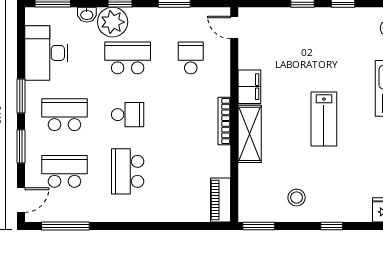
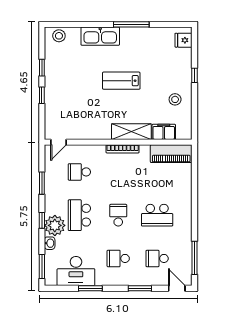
filing cabinet: (249, 87) -> (164, 132), moved
window: (21, 96) -> (90, 288), moved
school desk: (64, 115) -> (118, 258), width x0.54
lab bench: (324, 119) -> (121, 81), turned 180
school desk: (64, 171) -> (157, 258), width x0.54
piano: (221, 200) -> (171, 154), width x1.37, depth x1.33
window: (259, 226) -> (195, 125), removed

